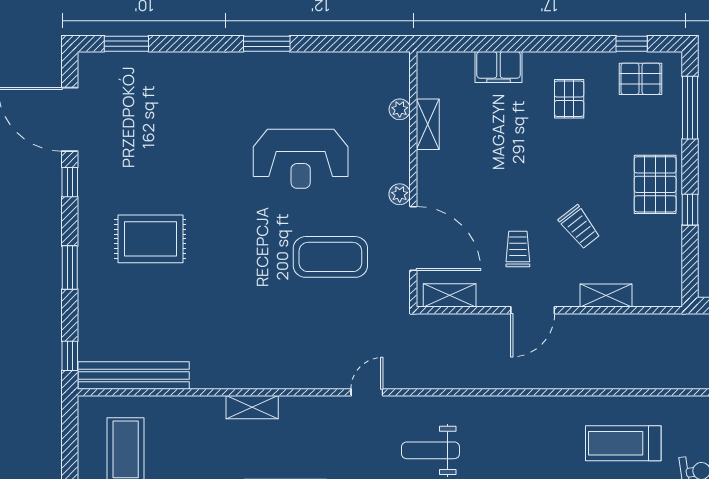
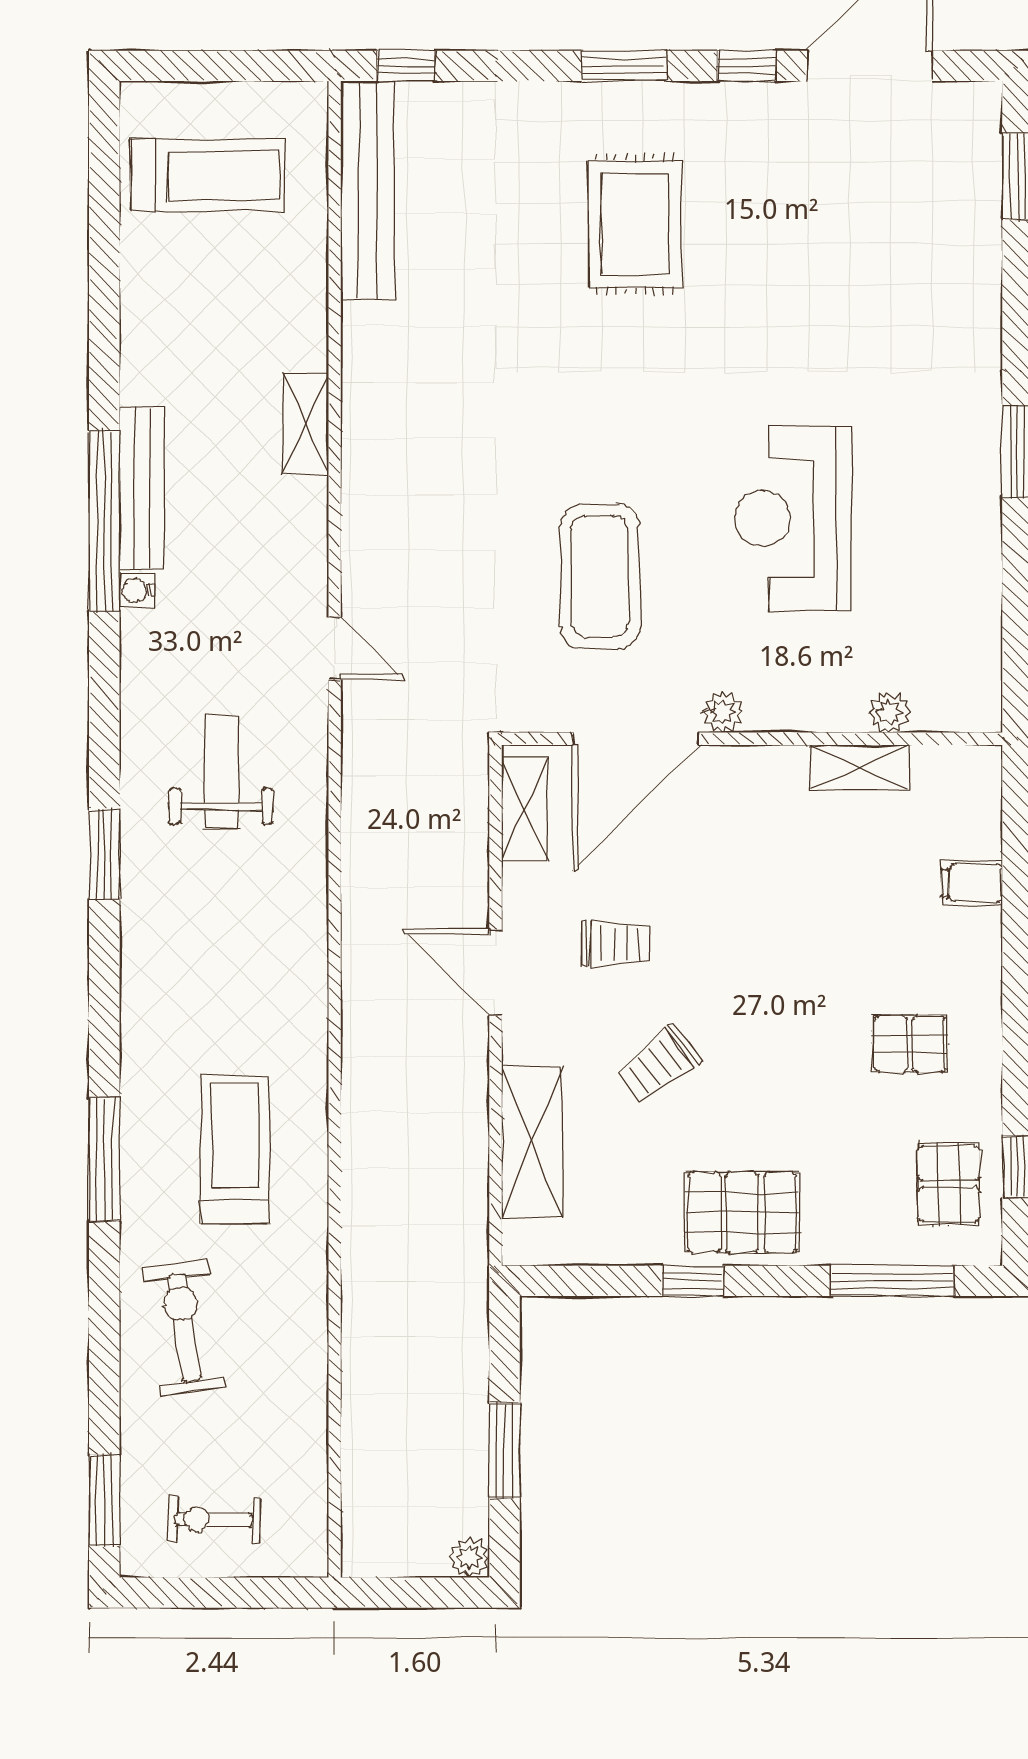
filing cabinet: (498, 67) -> (972, 883), width x0.50
window: (70, 268) -> (624, 66), moved
shelving: (606, 296) -> (532, 1142), width x1.50, depth x1.33

